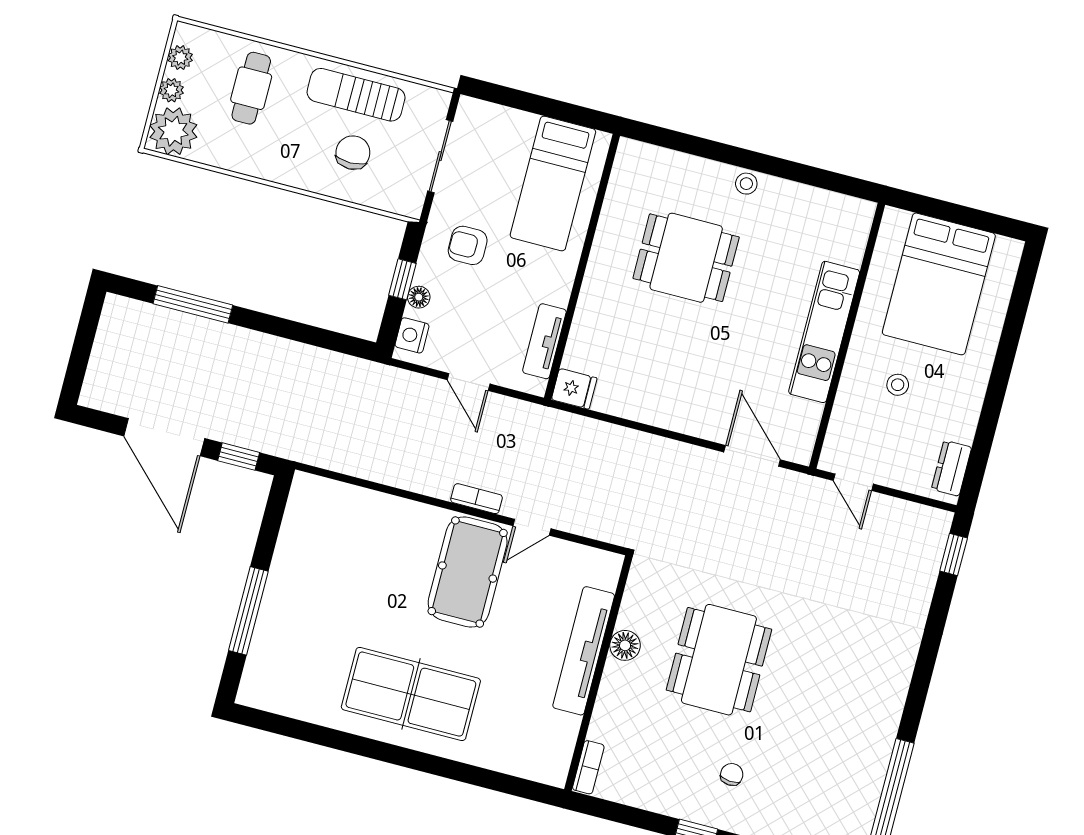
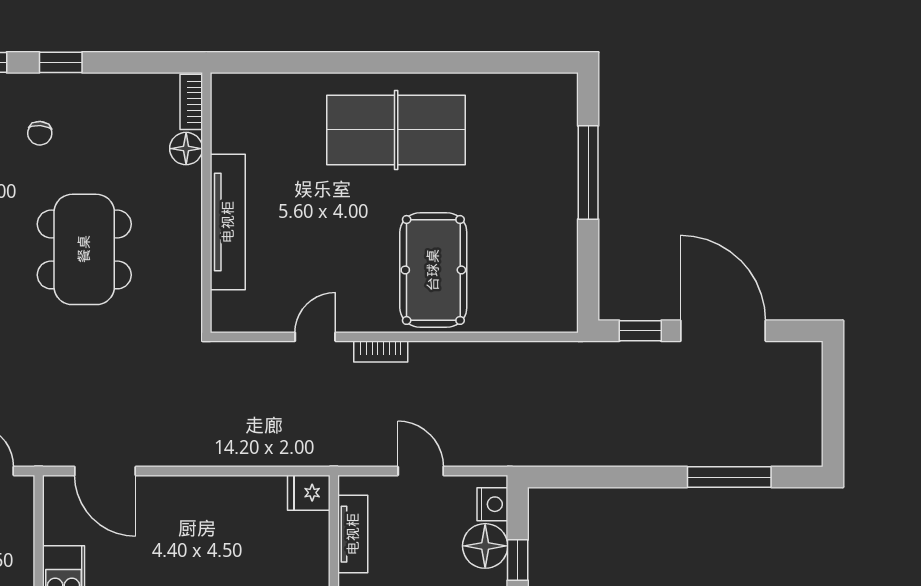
floor lamp: (419, 297) -> (485, 546), width x1.89, depth x1.89
pool table: (468, 572) -> (433, 270), moved
floor lamp: (625, 645) -> (186, 149), moved

